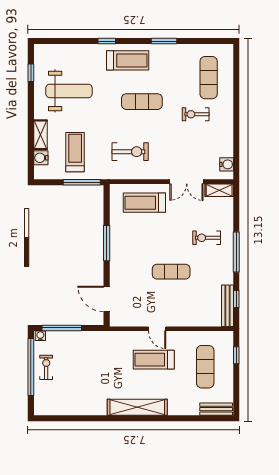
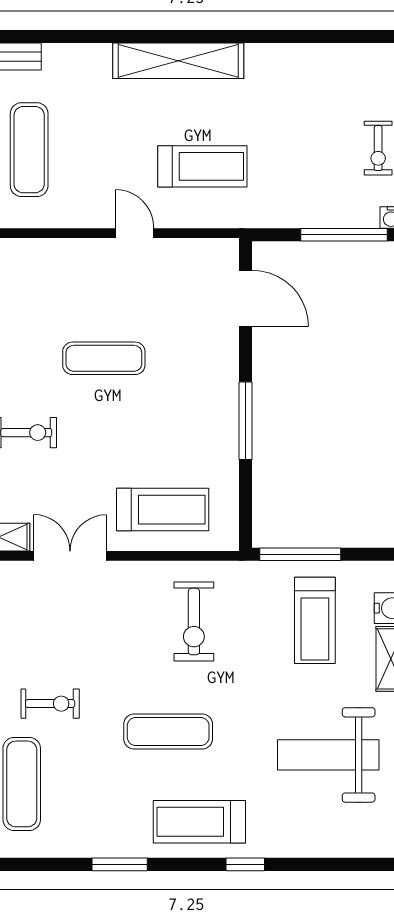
exercise bike: (130, 152) -> (194, 622), turned -90
treadmill: (154, 360) -> (202, 166), moved

